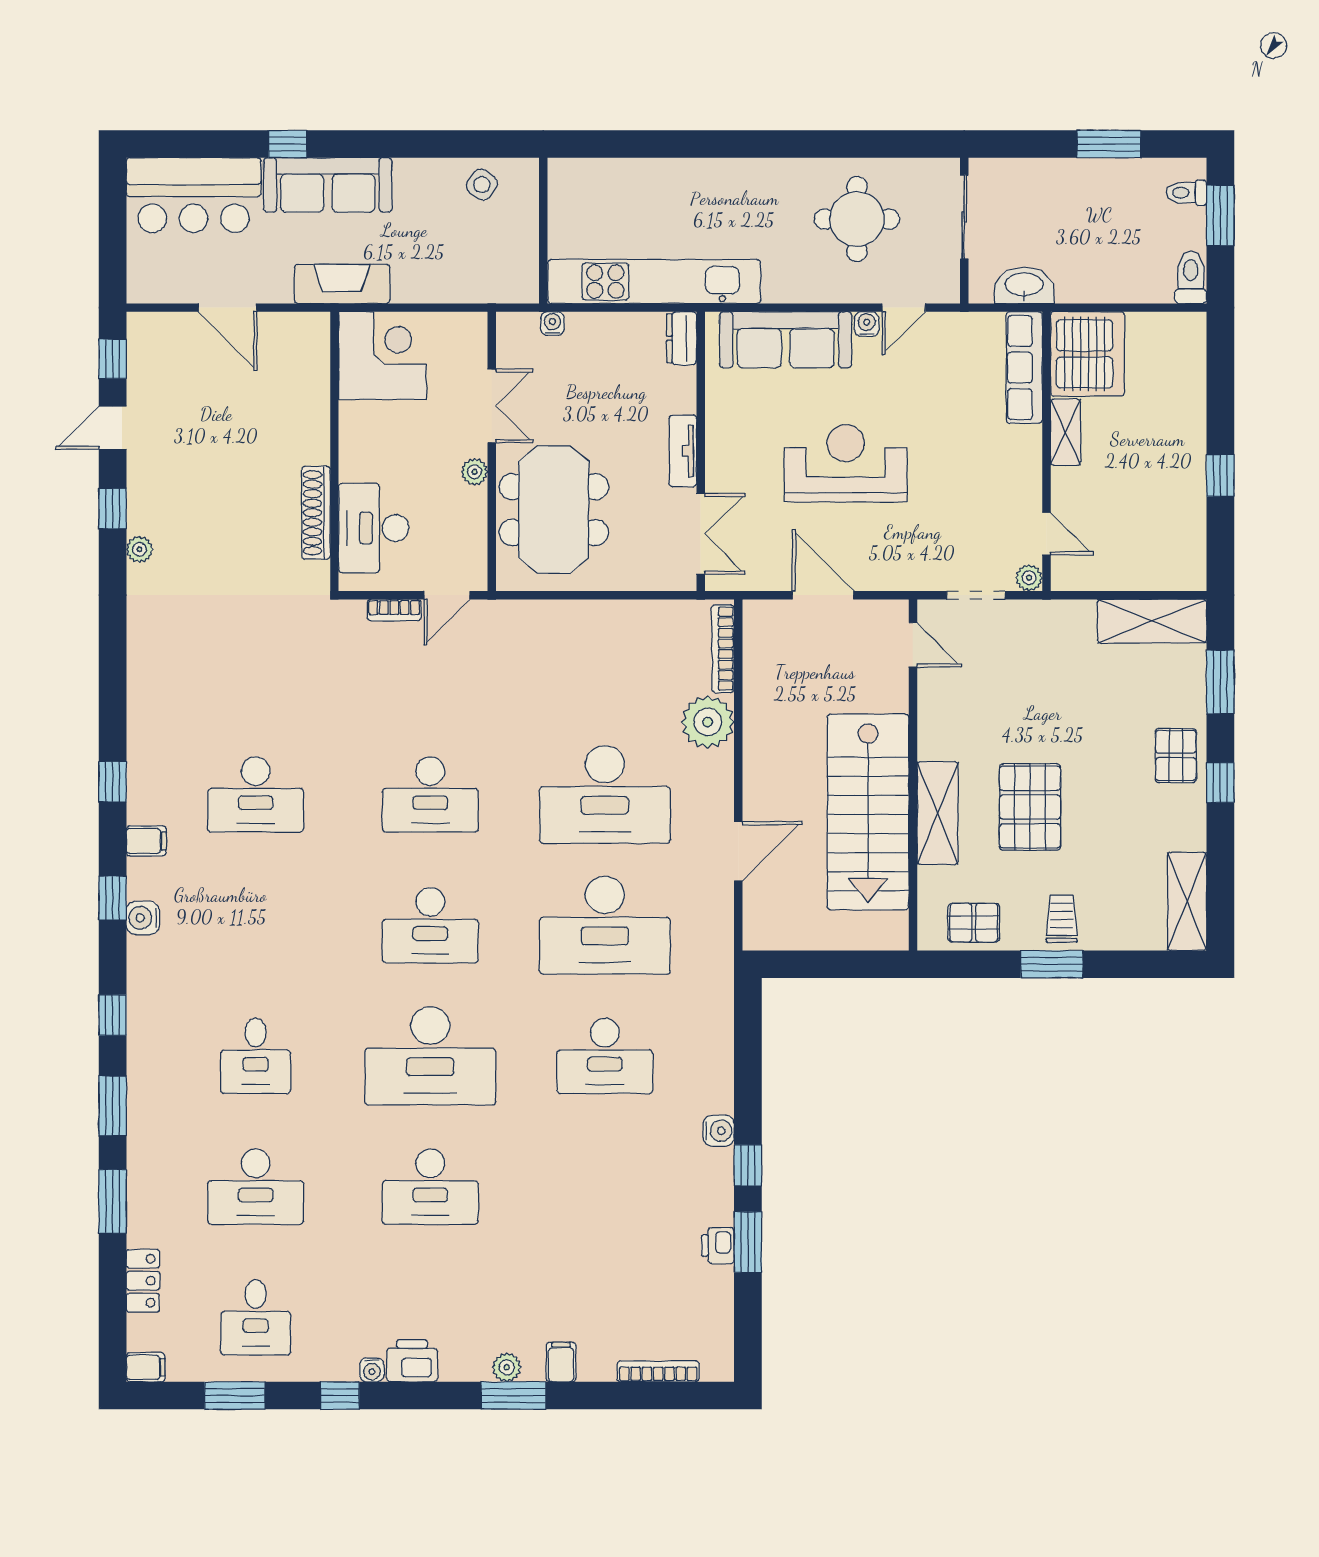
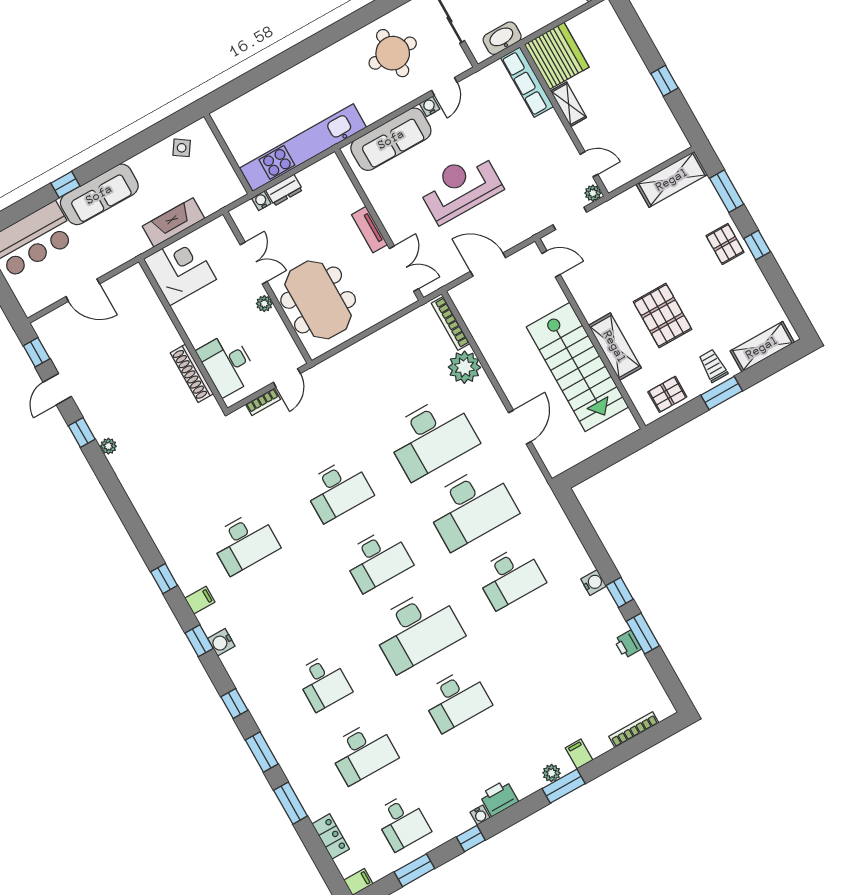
fireplace: (342, 284) -> (173, 222), moved
dresser: (682, 338) -> (284, 190), moved, turned -90
shelving: (1187, 901) -> (762, 347), moved, turned 90

